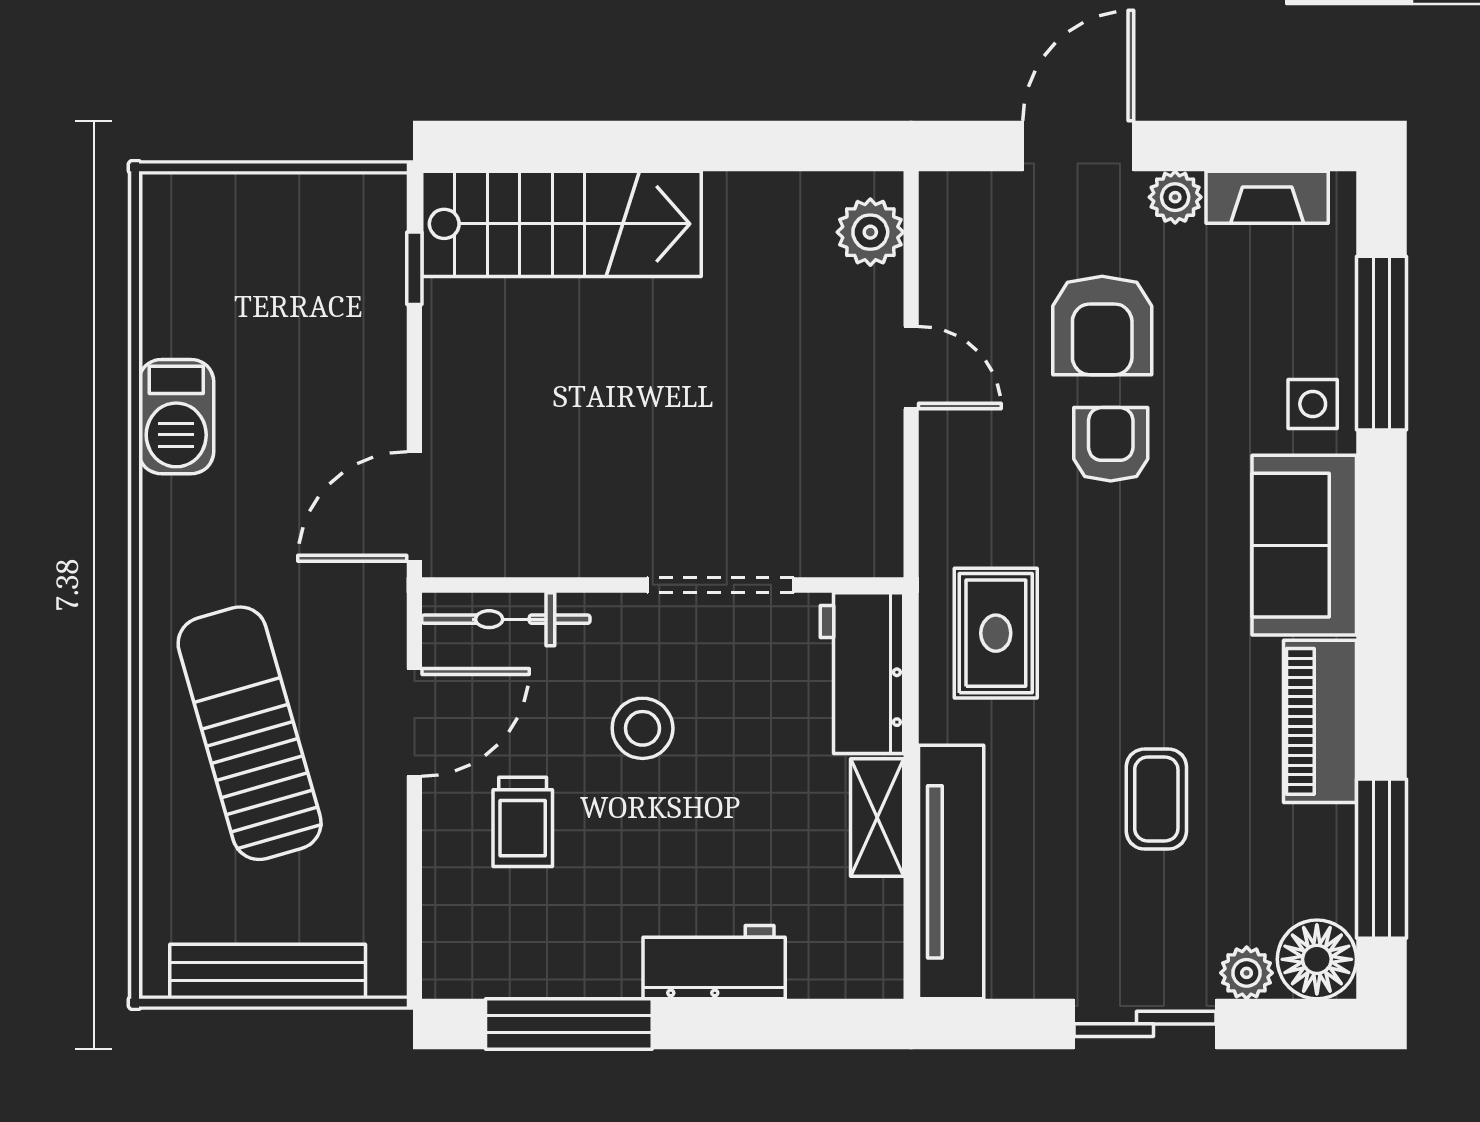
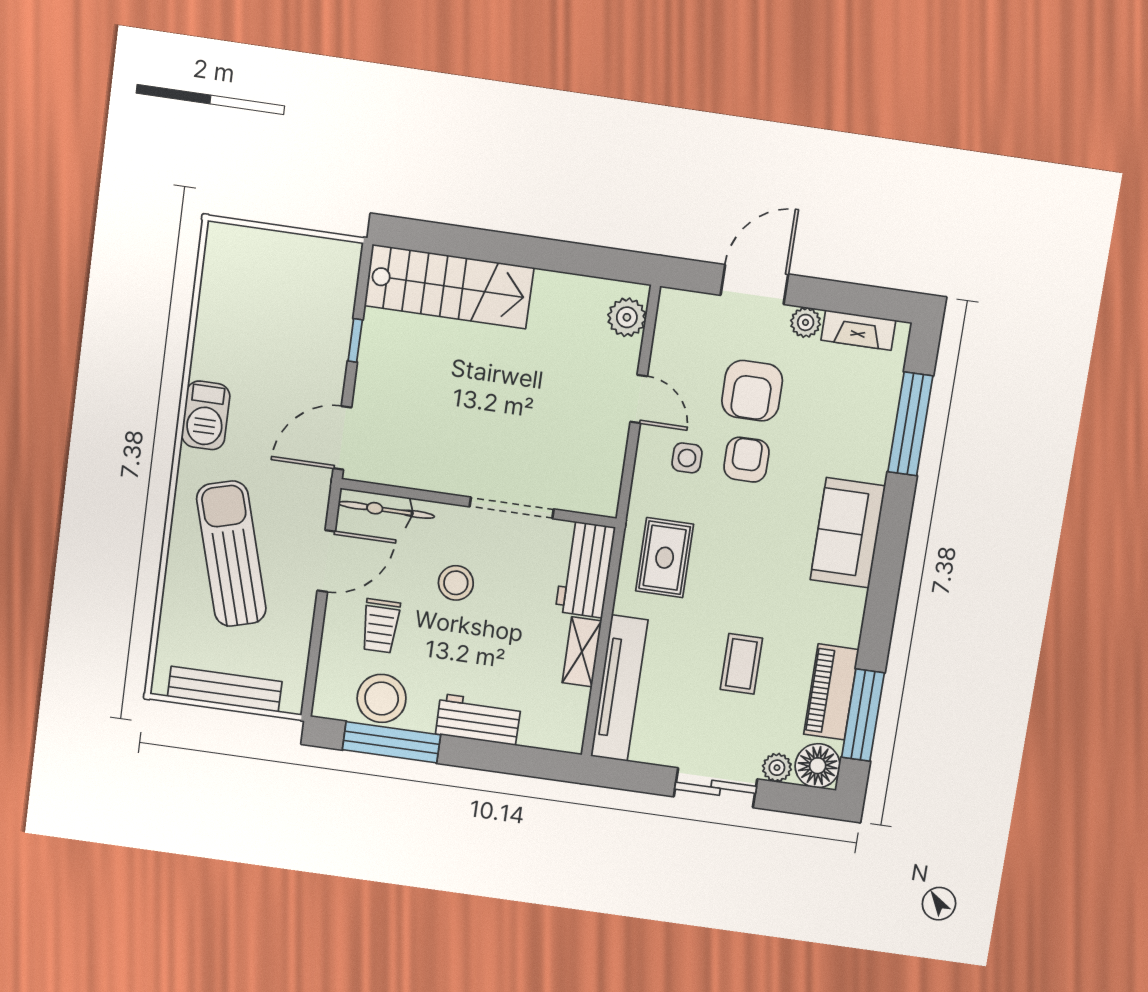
window: (414, 268) -> (355, 340), moved
side table: (1313, 404) -> (687, 458), moved
barbecue: (176, 417) -> (206, 415), moved
piano: (1320, 721) -> (831, 692), moved
stool: (541, 949) -> (382, 698), added

